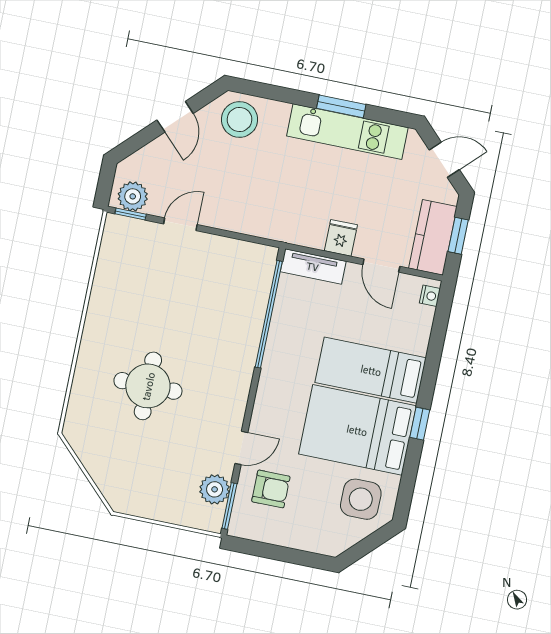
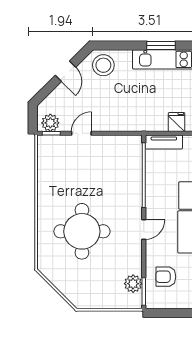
round table: (148, 386) -> (82, 231), width x1.36, depth x1.36
door: (241, 448) -> (144, 229), moved
armchair: (271, 489) -> (166, 277), turned 180

